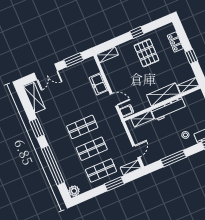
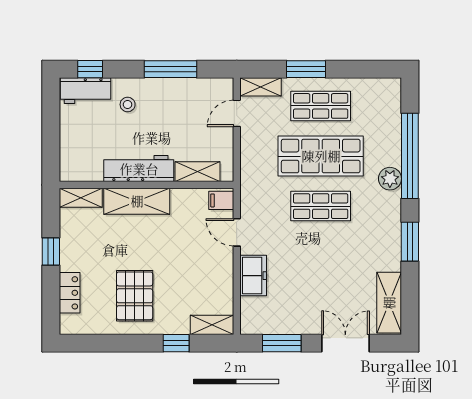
window: (137, 33) -> (176, 343), moved
shop shelf: (92, 149) -> (321, 156), width x1.43, depth x1.36
plant: (74, 191) -> (390, 179), moved

